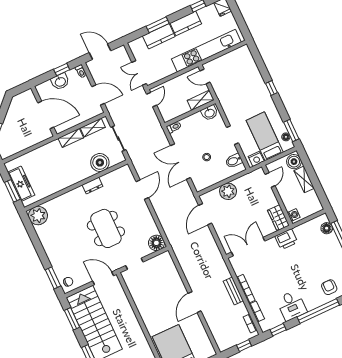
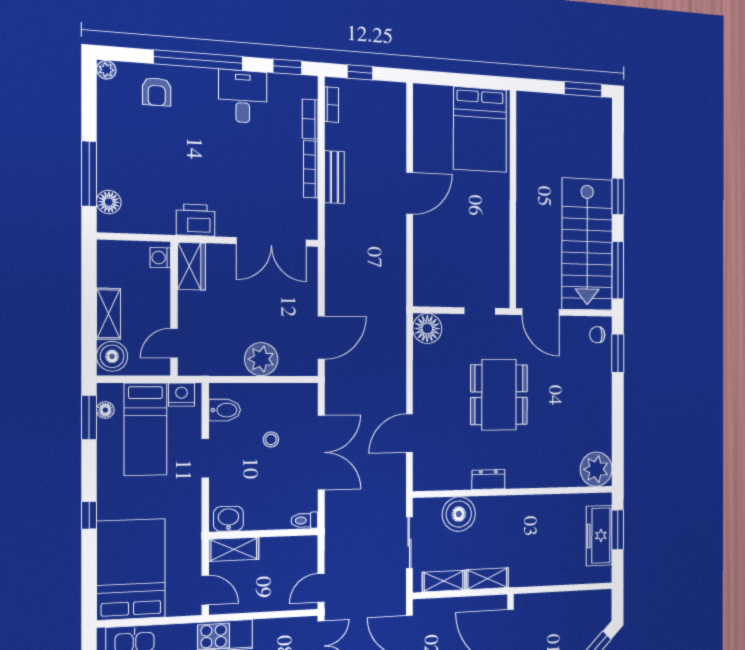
bed: (242, 72) -> (131, 569), added
window: (72, 319) -> (618, 270), width x1.44

